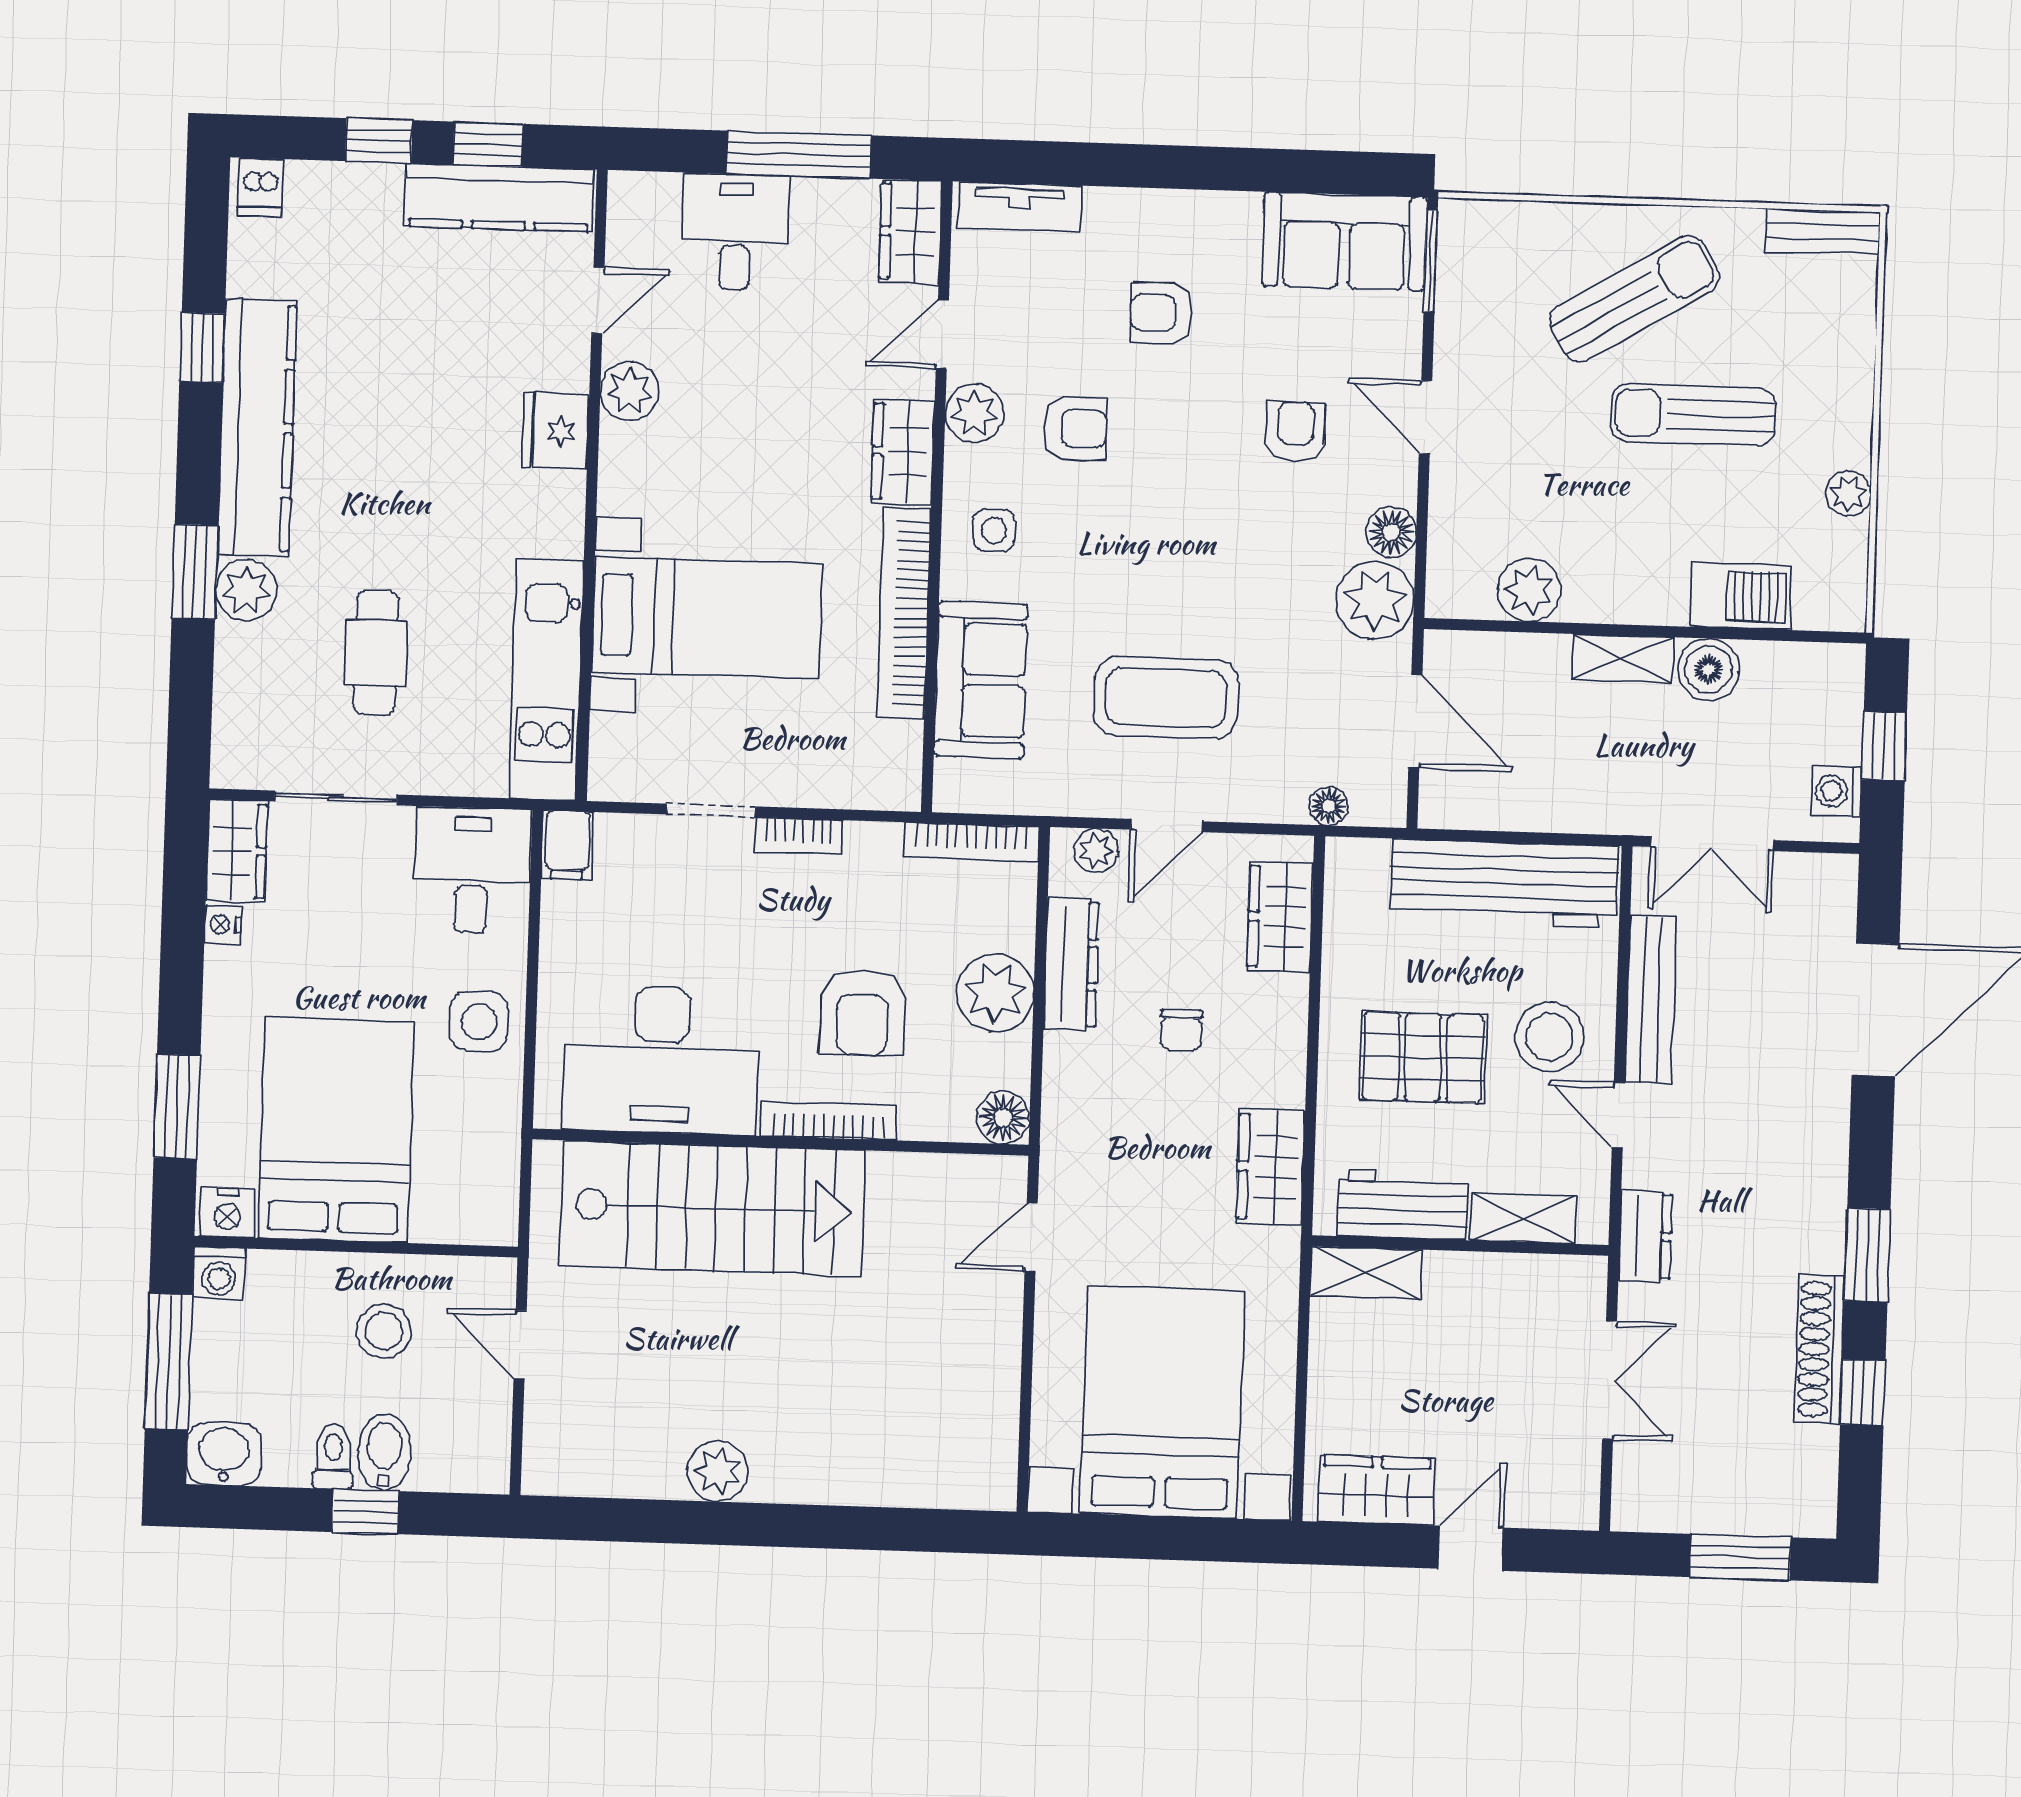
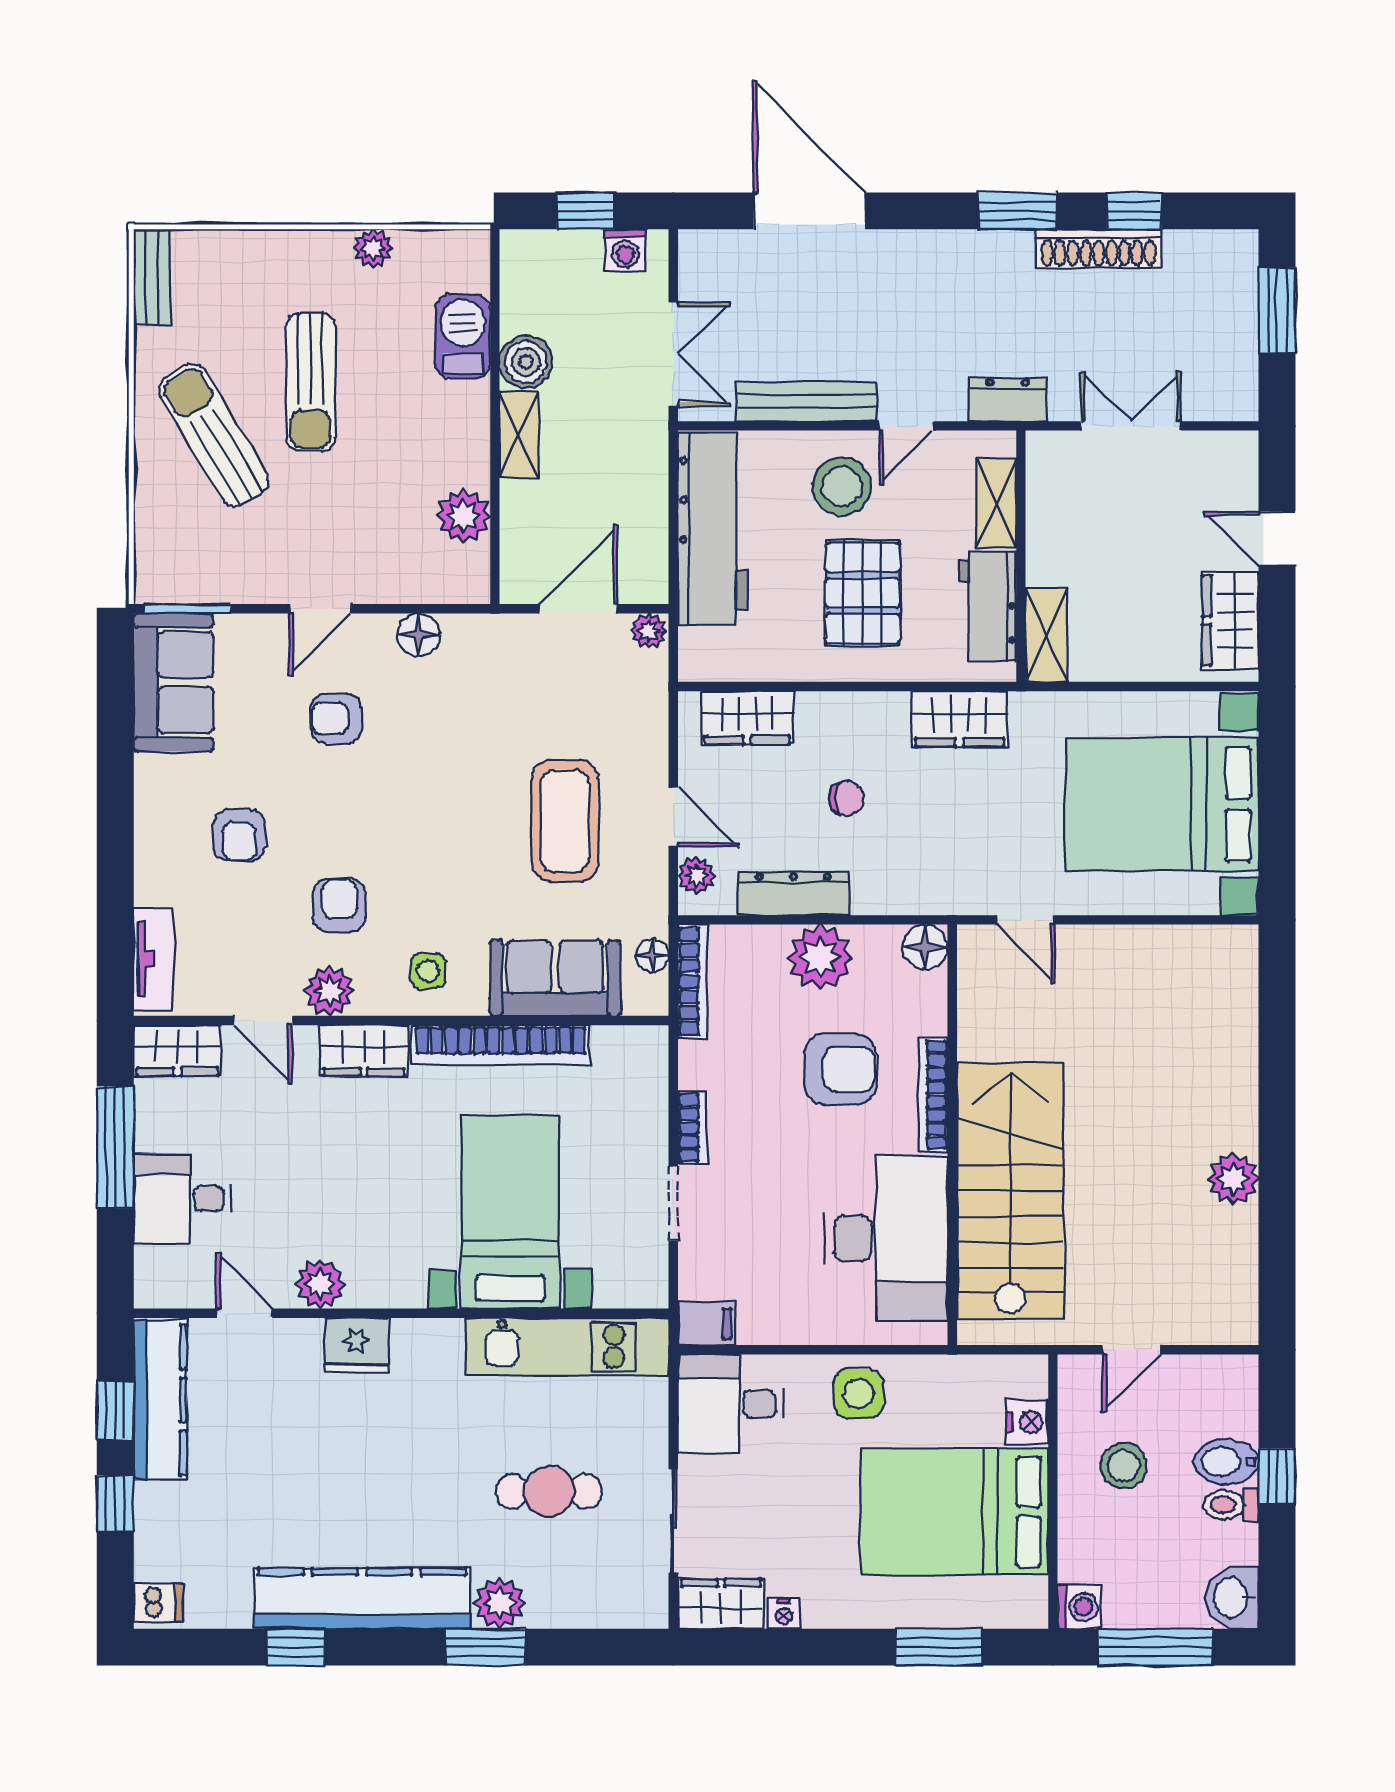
plant: (1375, 600) -> (649, 631), moved, width x0.53, depth x0.53
floor lamp: (1329, 806) -> (652, 956), moved
nightstand: (227, 1212) -> (1027, 1422), moved

